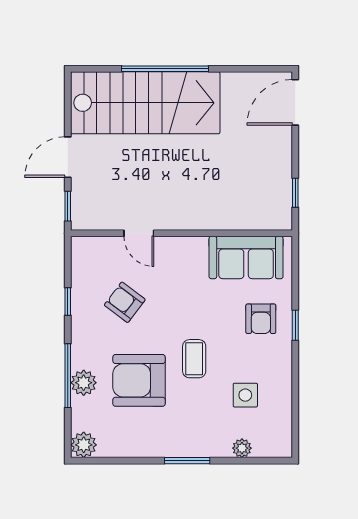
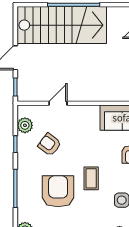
door: (139, 233) -> (58, 103), swing flipped
armchair: (139, 380) -> (58, 191), turned 90
plant: (84, 383) -> (25, 125), moved

